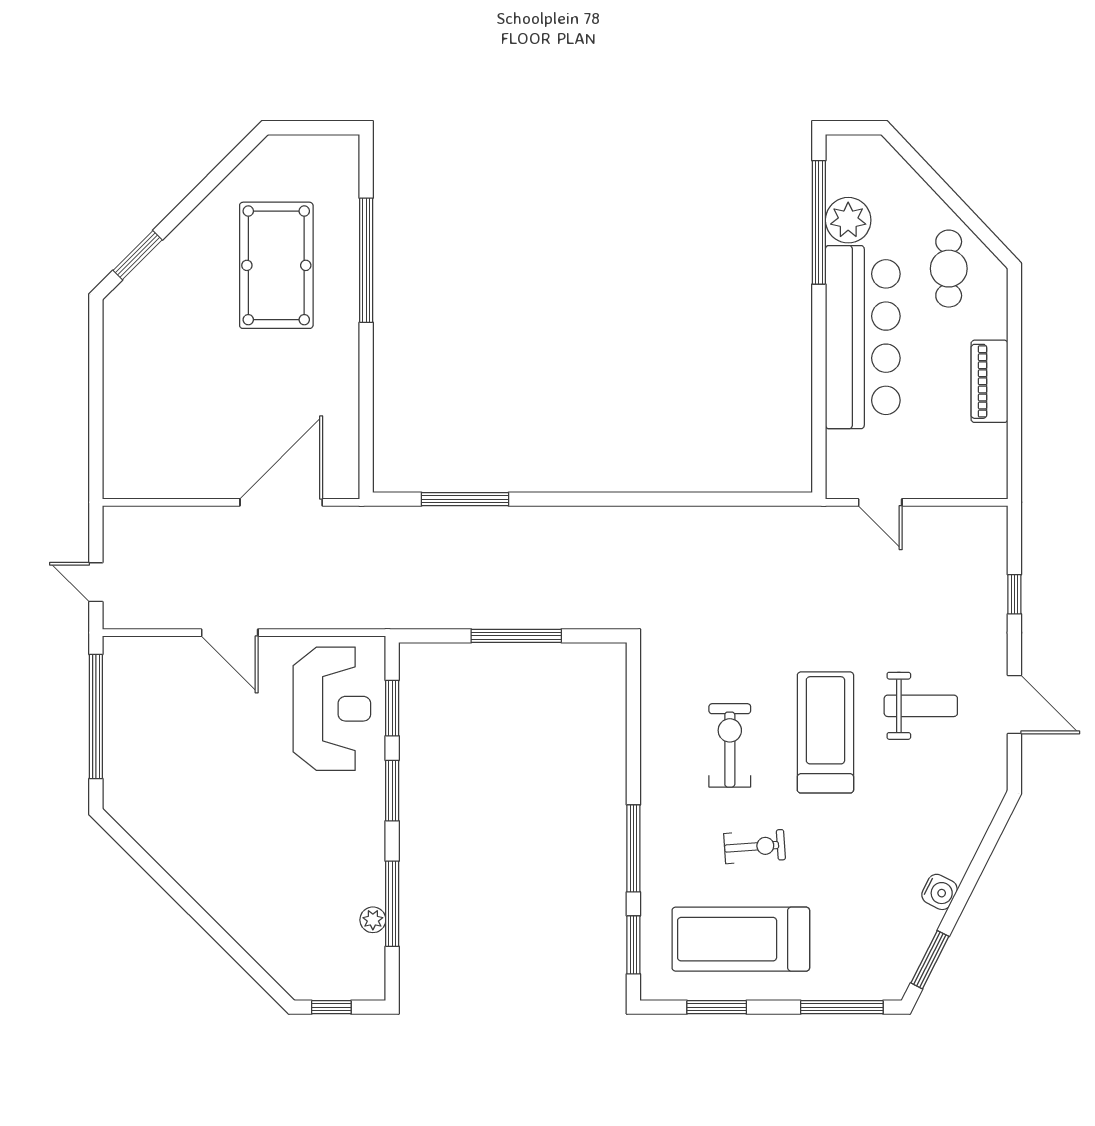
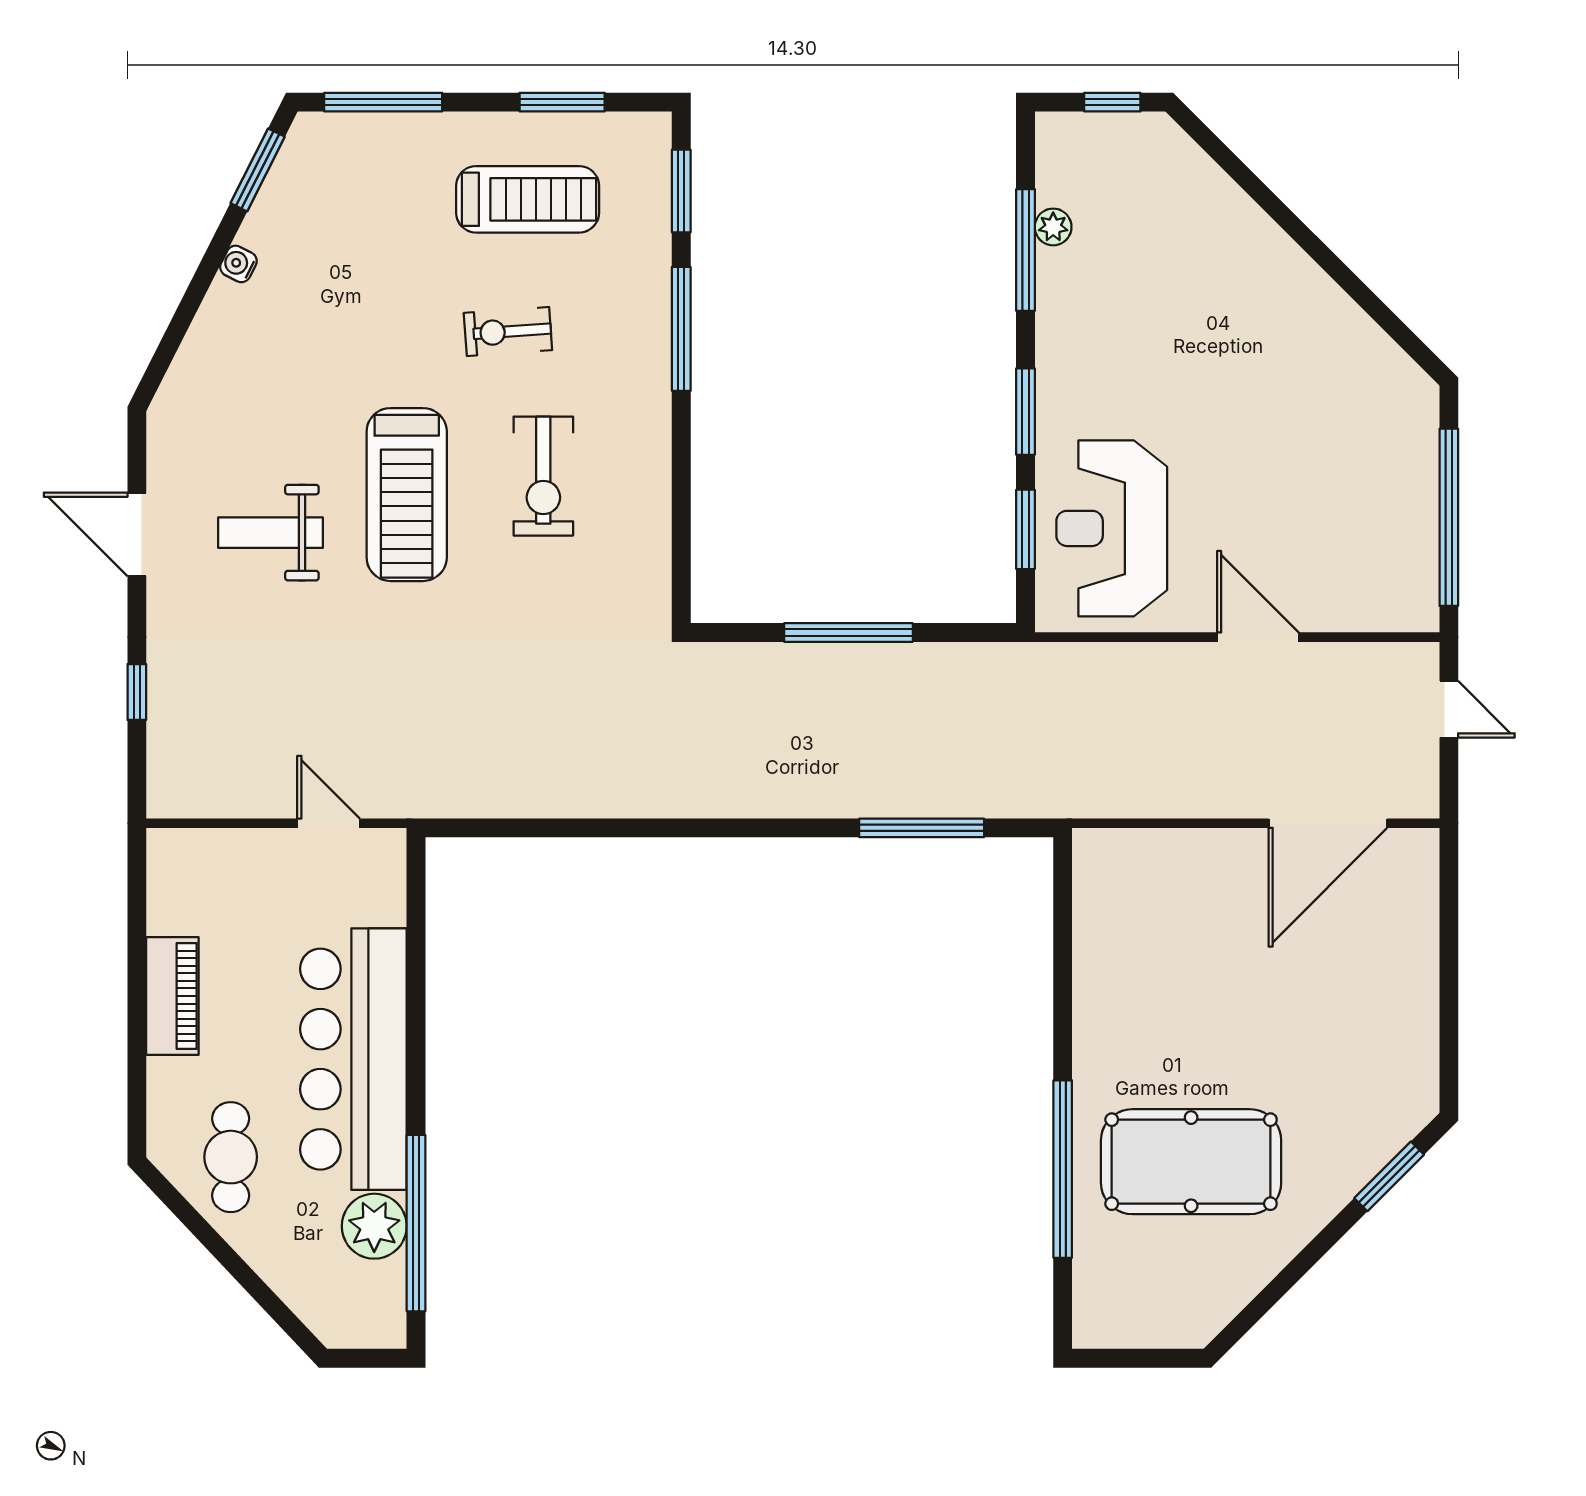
pool table: (276, 265) -> (1191, 1162), turned 90
door: (281, 502) -> (1328, 823), moved
water cooler: (939, 892) -> (238, 264), width x0.72, depth x0.72
treadmill: (741, 939) -> (528, 199), width x0.73, depth x0.73

